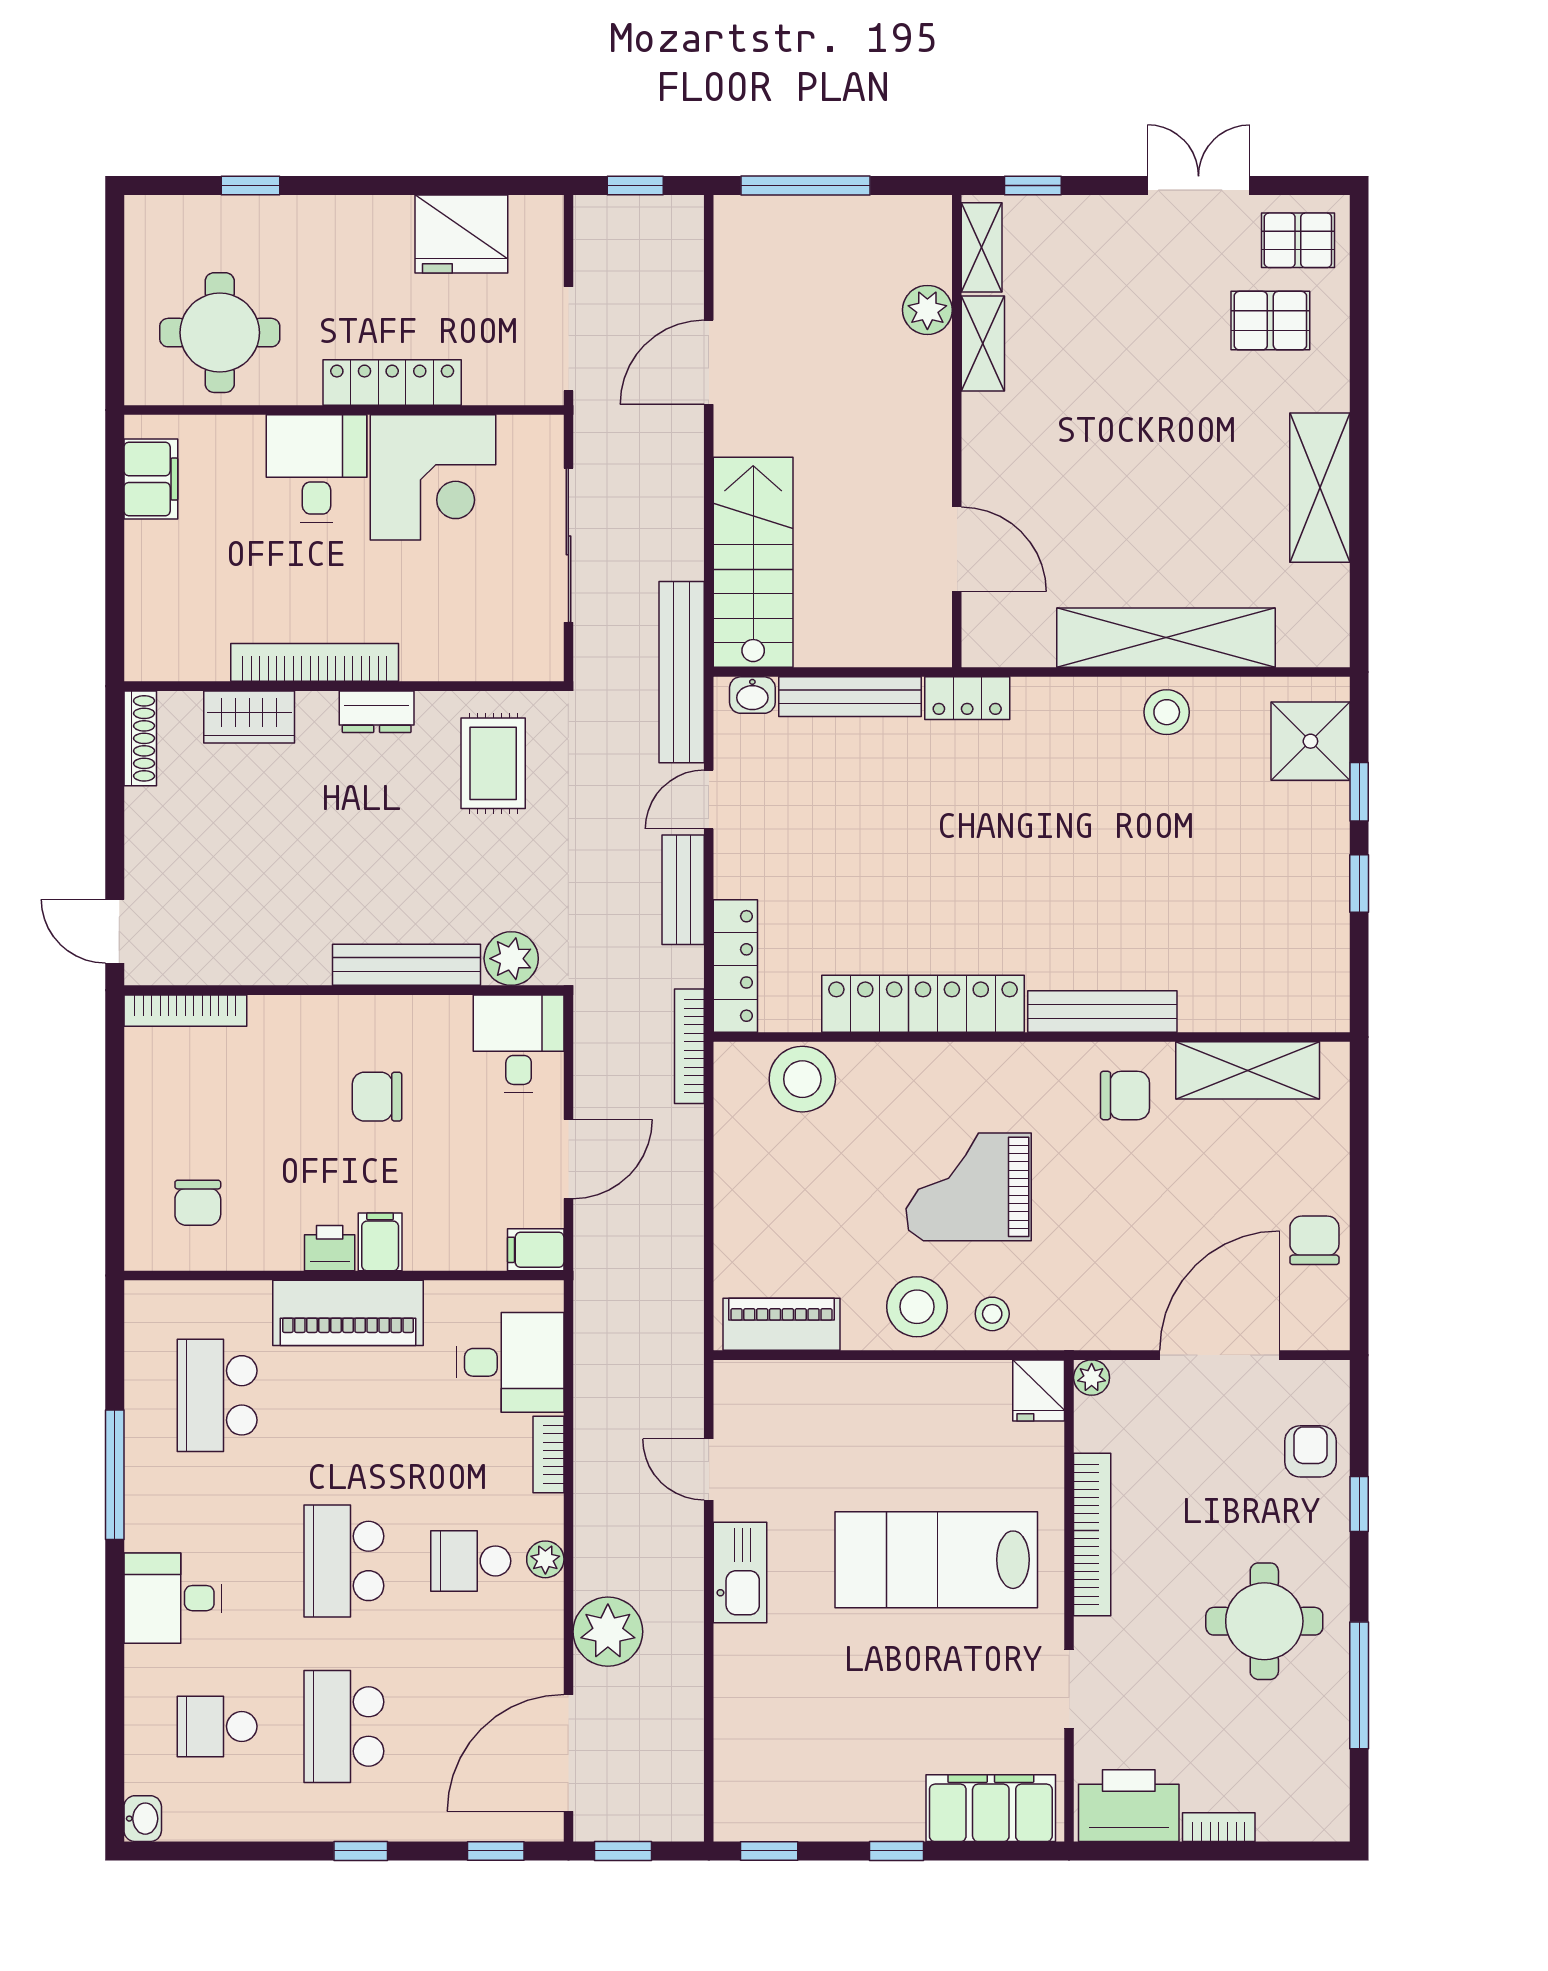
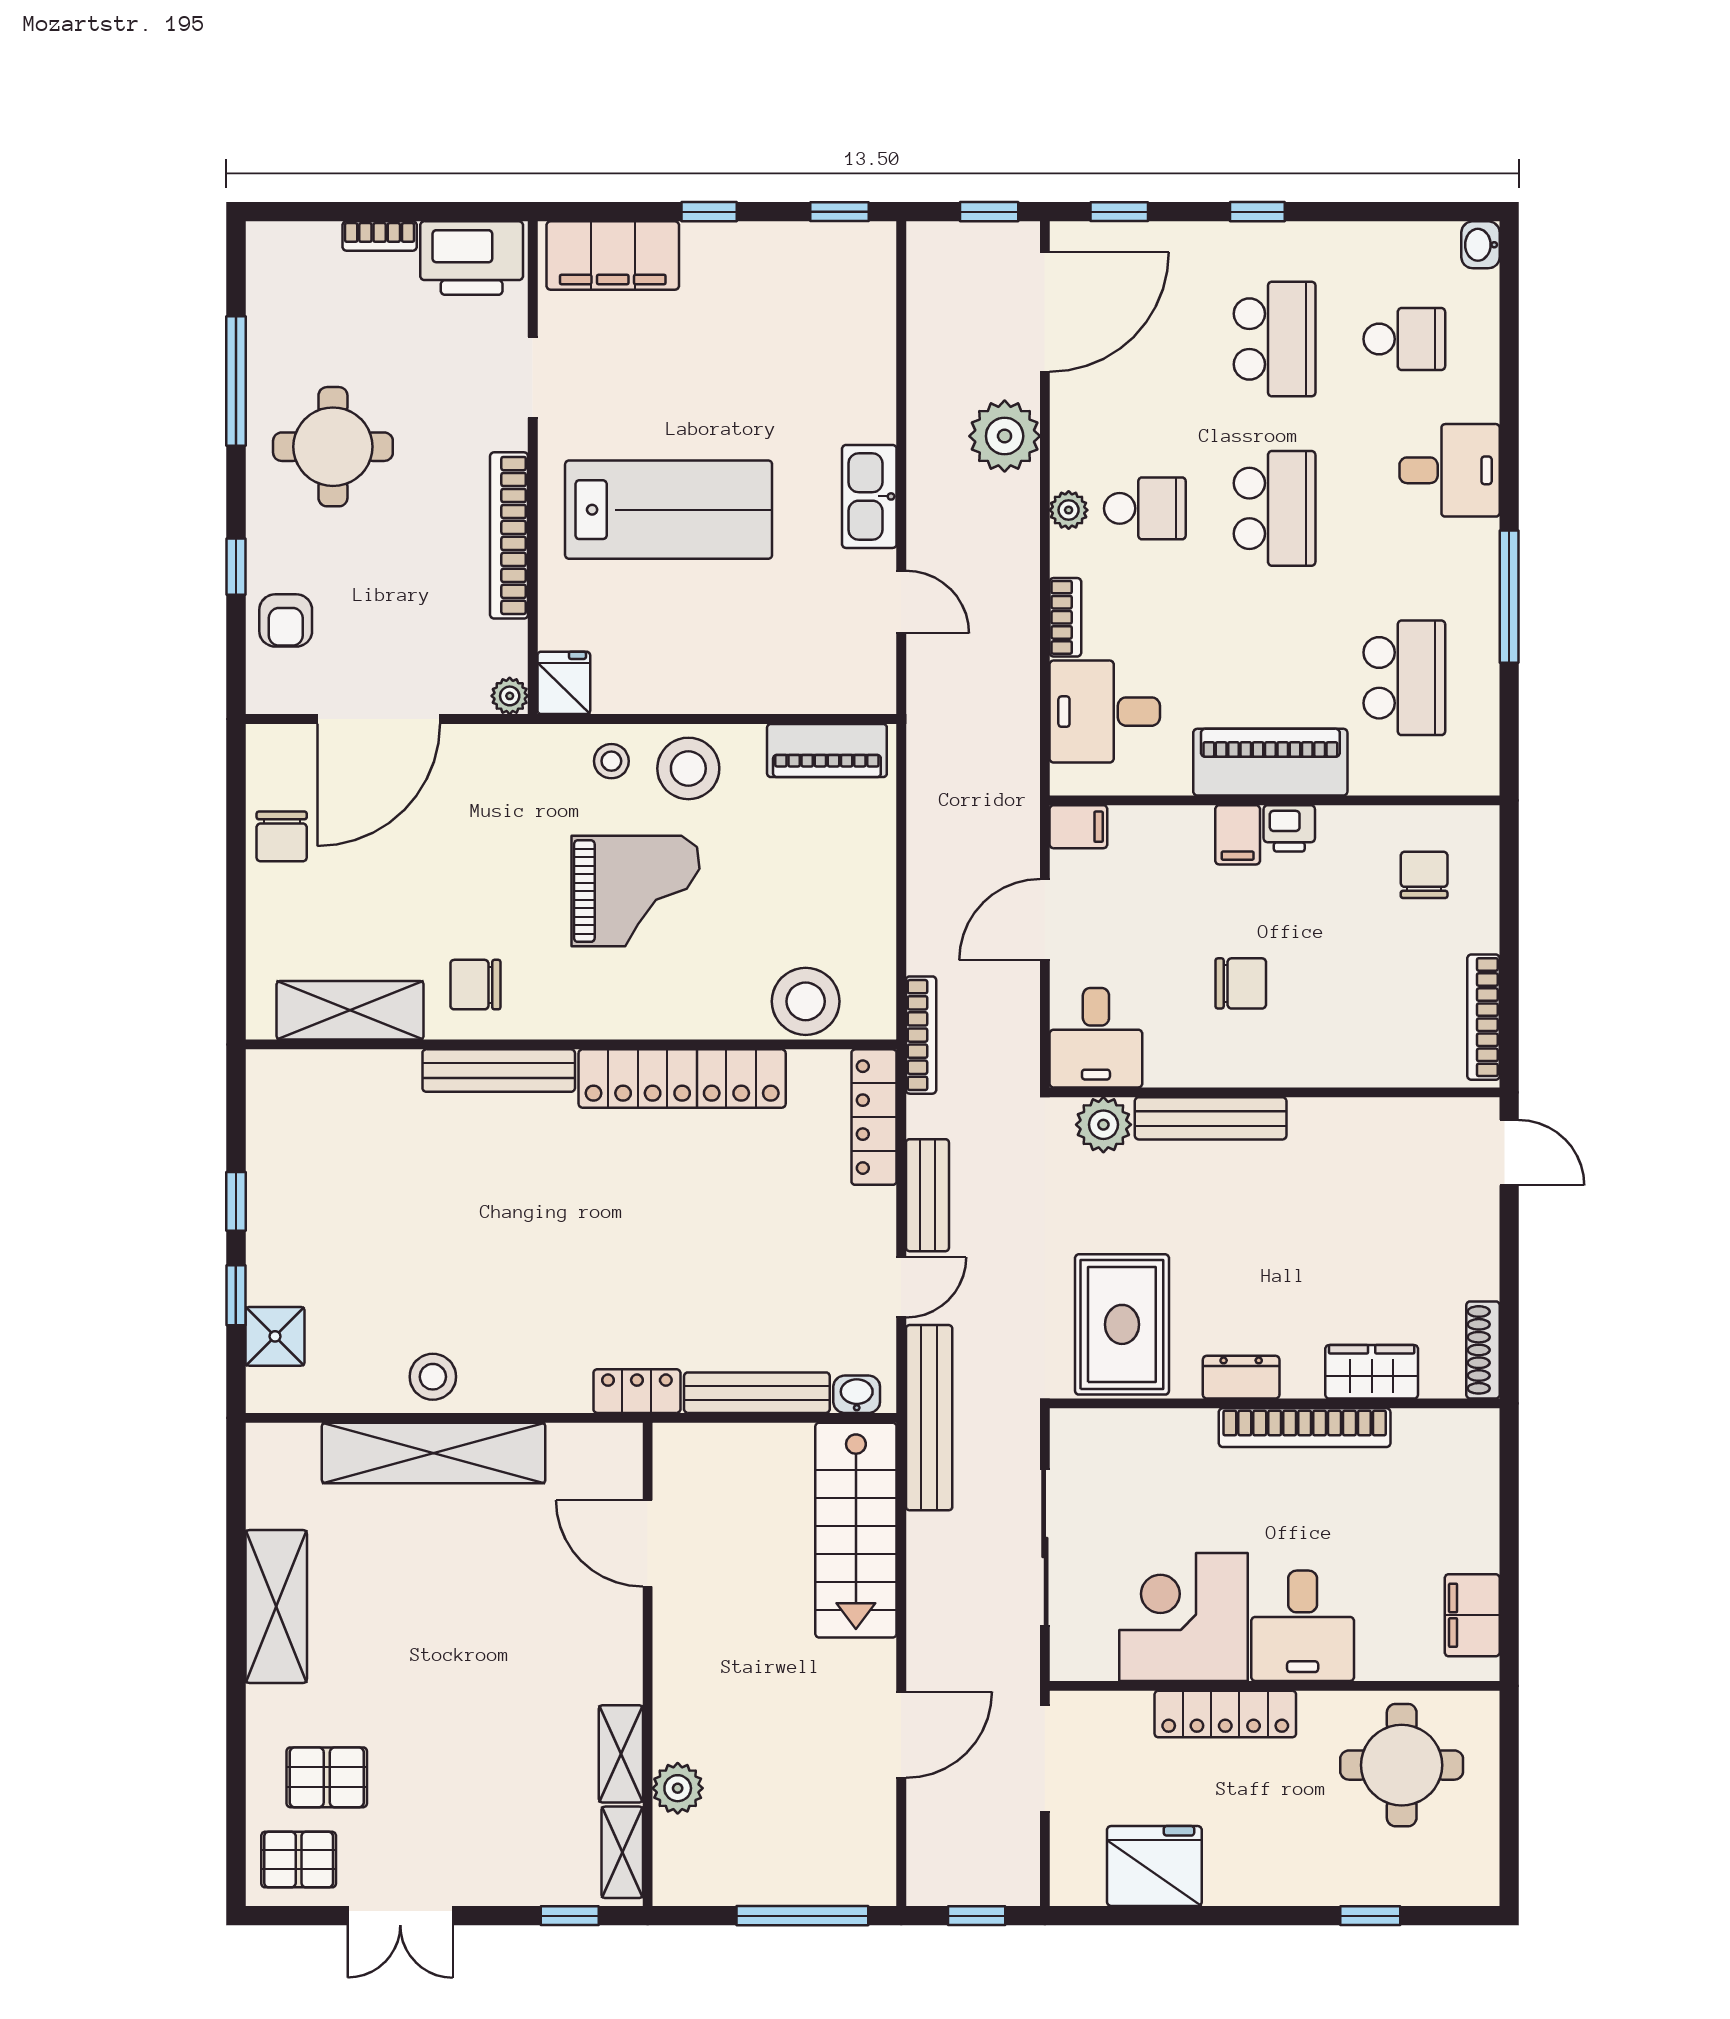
shower: (1310, 741) -> (275, 1336), width x0.73, depth x0.73
rug: (493, 763) -> (1122, 1324), width x1.36, depth x1.43
bookcase: (185, 1011) -> (1483, 1017), moved, turned -90

